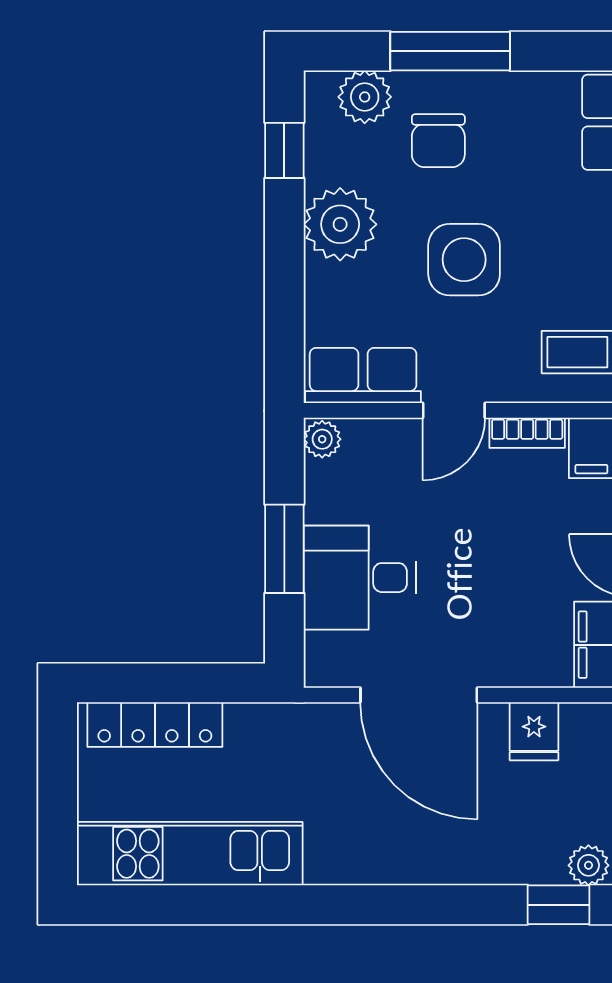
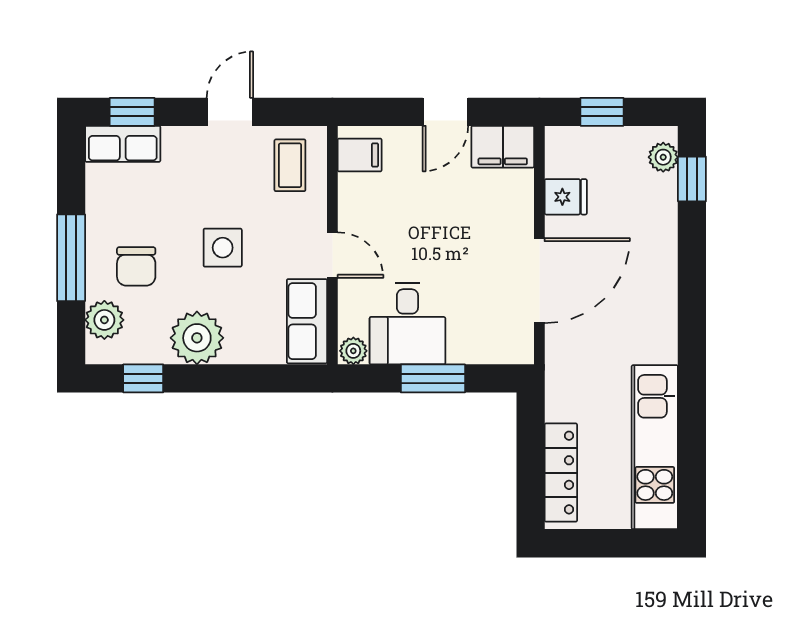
chair: (438, 141) -> (136, 266), turned 90
side table: (464, 260) -> (223, 248), width x0.73, depth x0.73
bookcase: (527, 433) -> (349, 202), removed
desk: (360, 578) -> (407, 324), moved

